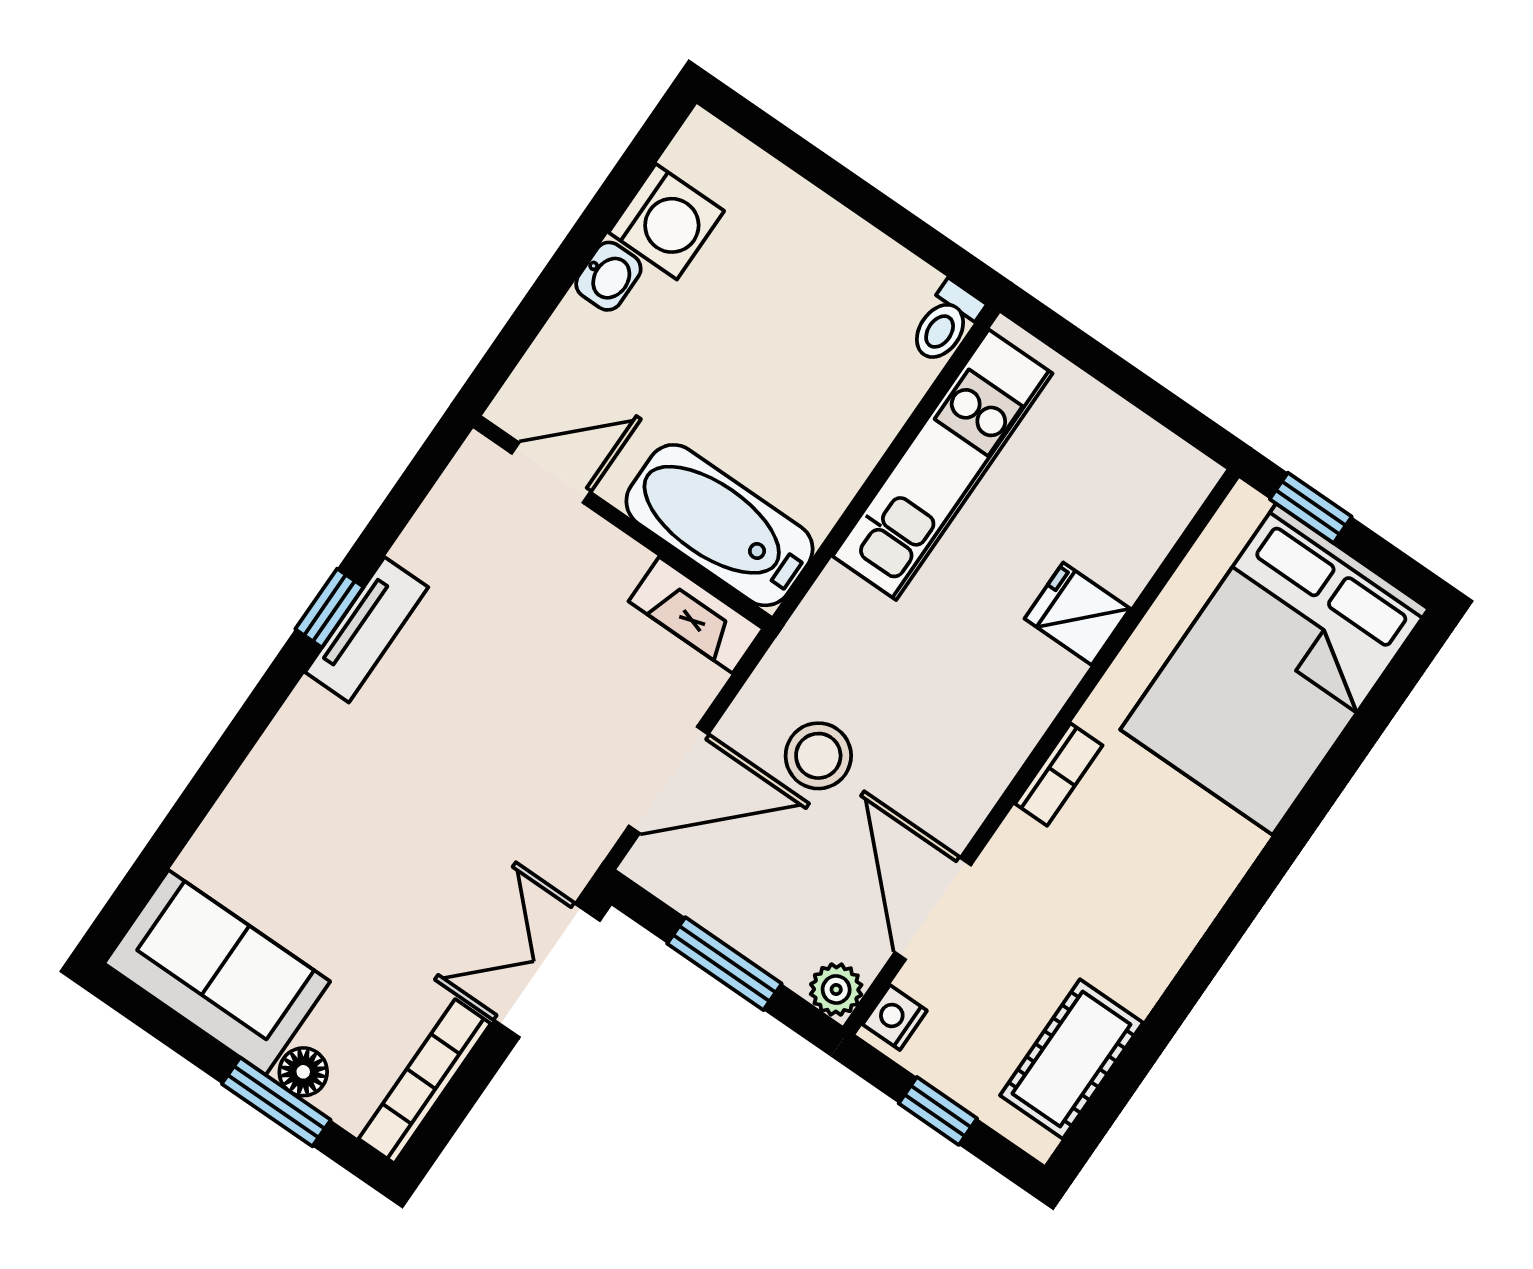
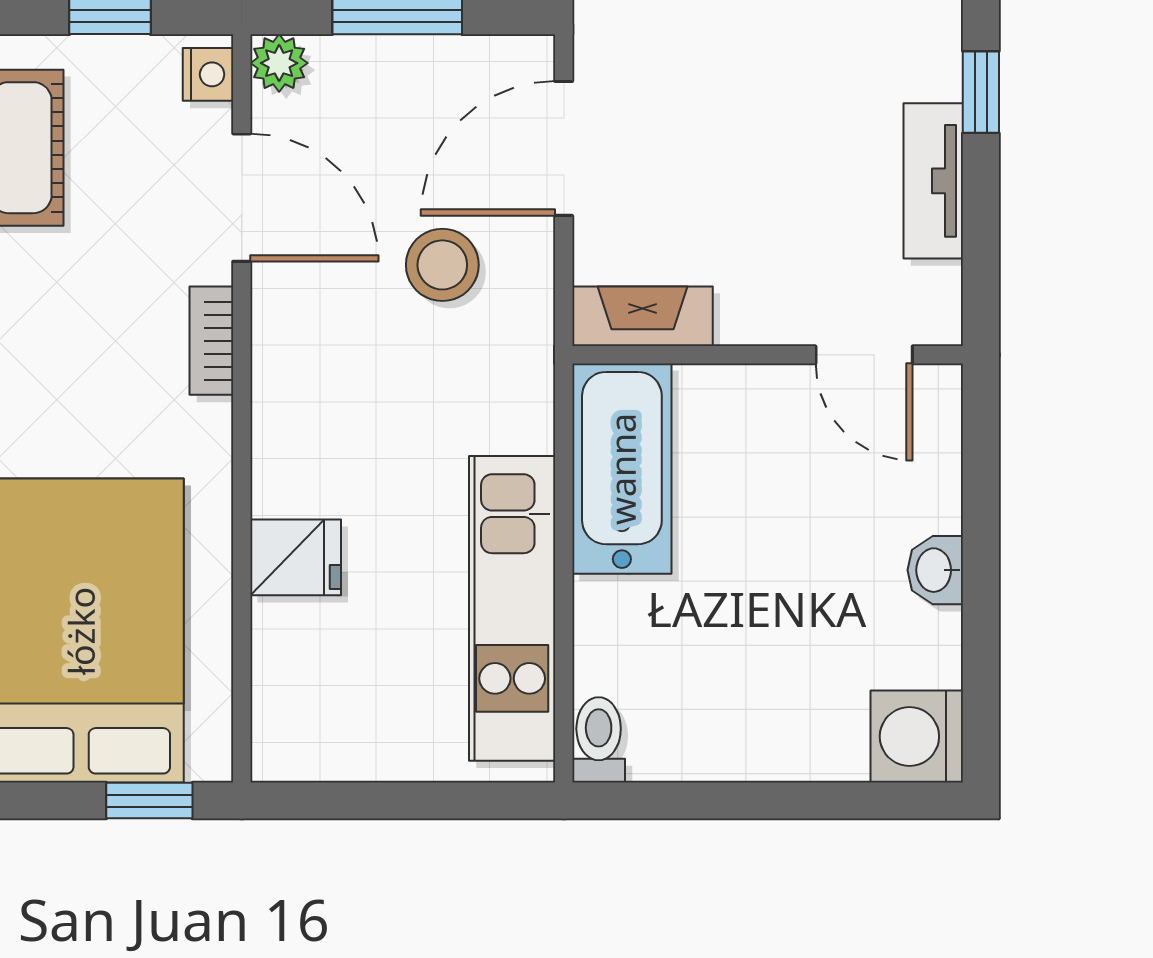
washing machine: (666, 222) -> (917, 737), moved
door: (551, 473) -> (864, 355), hinge flipped
bathtub: (719, 525) -> (622, 469), moved, turned -90
tv unit: (367, 630) -> (933, 181), moved
bookcase: (1059, 774) -> (211, 341), moved

